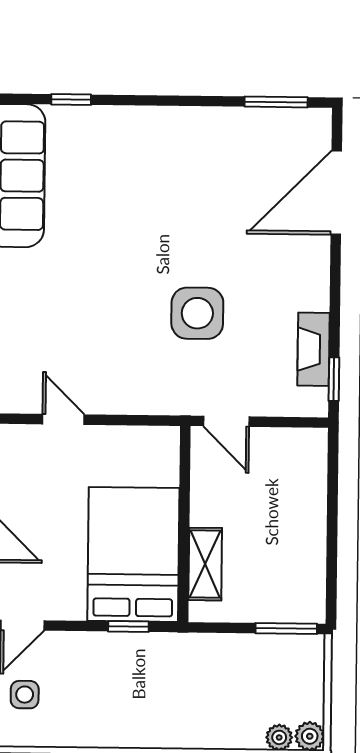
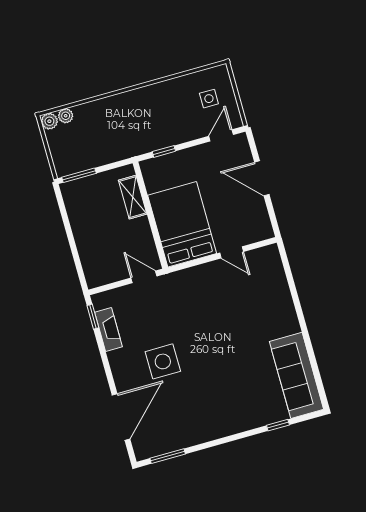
side table: (197, 313) -> (163, 361), moved
bed: (133, 554) -> (182, 224), moved, turned 180

